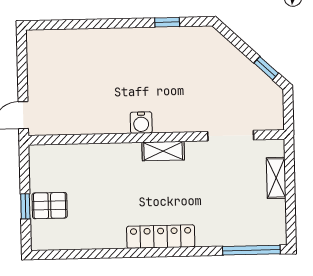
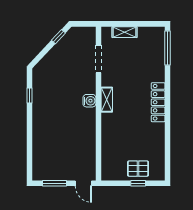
window: (22, 67) -> (54, 183), added
water cooler: (141, 123) -> (89, 101), moved
pallet: (50, 206) -> (138, 169), turned 90

